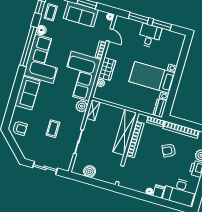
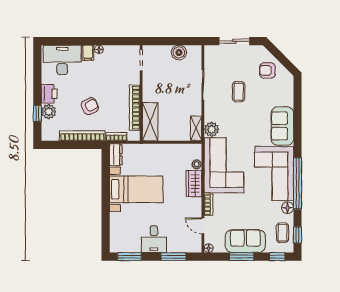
window: (162, 25) -> (129, 257), moved
armchair: (20, 128) -> (267, 70), moved
shelving: (125, 132) -> (150, 122), width x0.68

